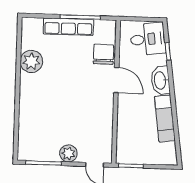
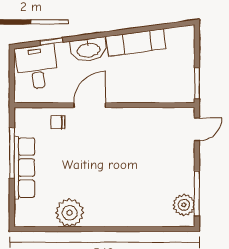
chair: (104, 54) -> (58, 122), width x0.54, depth x0.54
plant: (68, 153) -> (184, 205), moved

